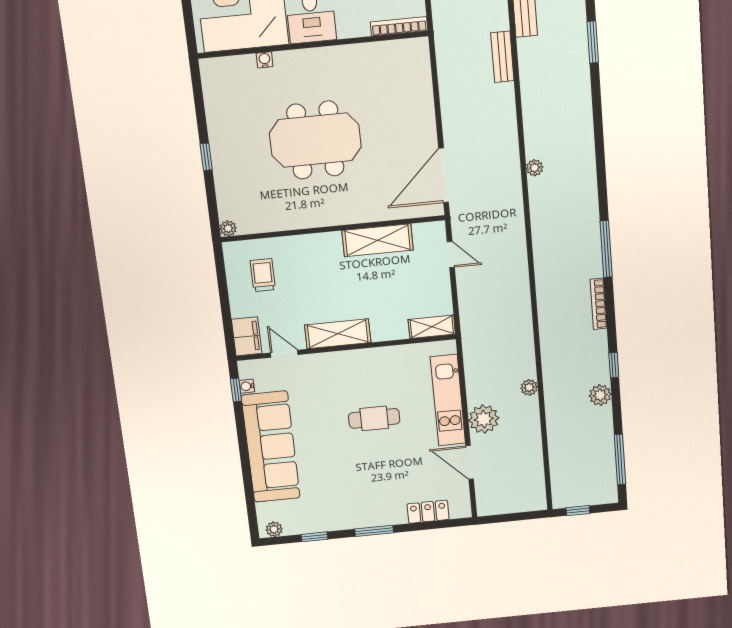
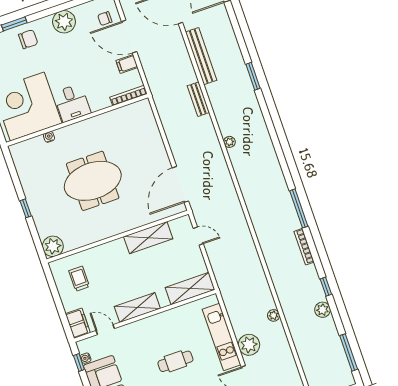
plant: (535, 168) -> (229, 142), moved
plant: (228, 228) -> (53, 246), width x1.87, depth x1.87
shelving: (432, 327) -> (190, 289), width x1.50, depth x1.33

